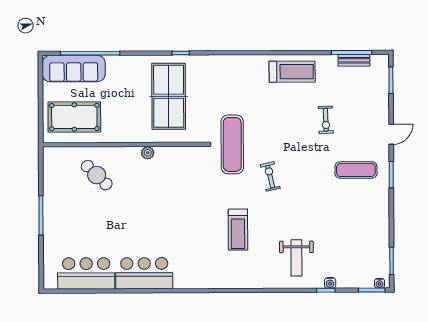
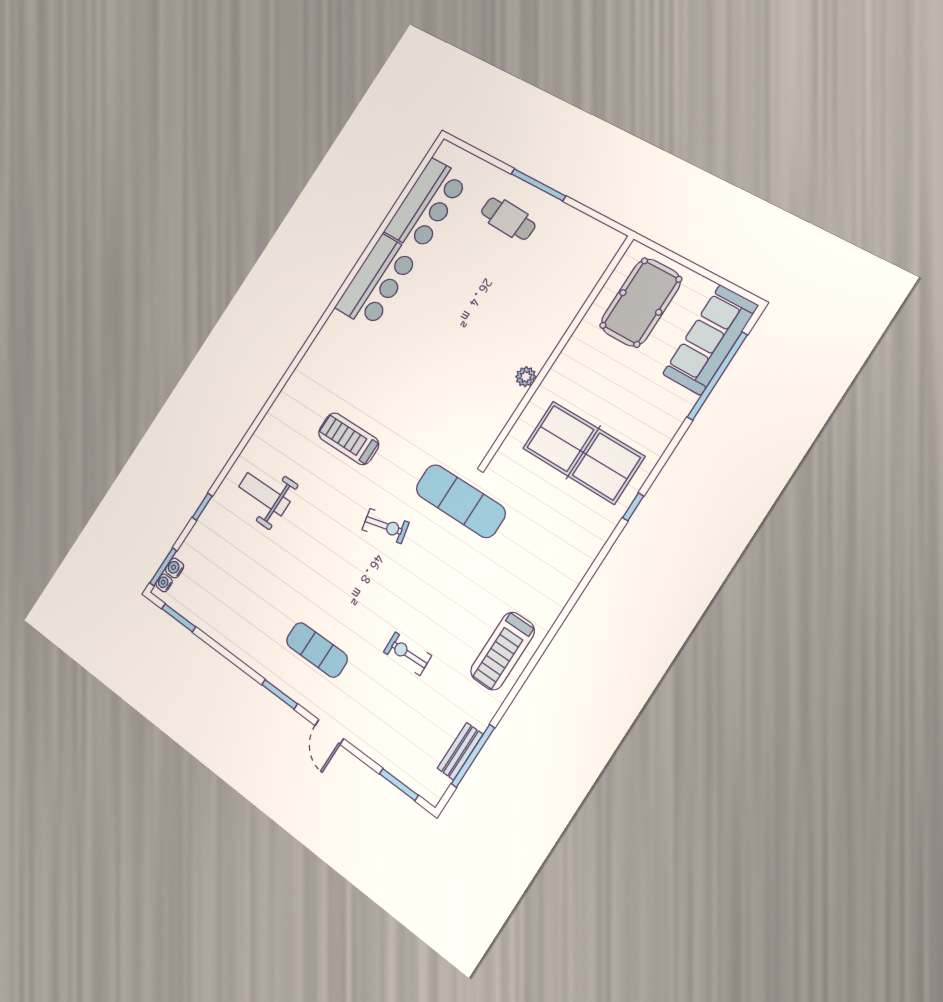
exercise mat: (356, 170) -> (317, 650), turned 90
cafe table: (97, 175) -> (508, 219), moved, turned 49
water cooler: (330, 283) -> (175, 568), moved

